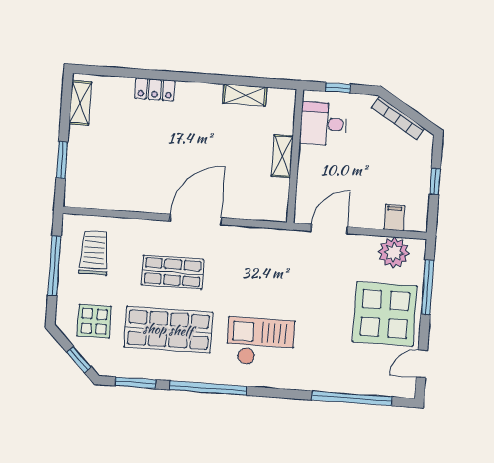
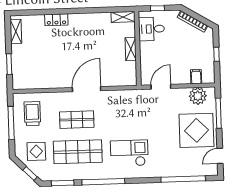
shelving: (245, 95) -> (123, 17), moved

